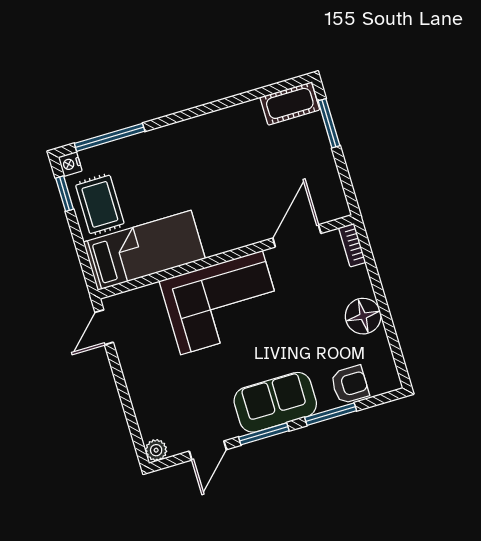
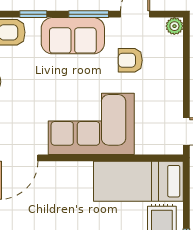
armchair: (197, 393) -> (130, 60), added
window: (331, 414) -> (33, 14), width x0.67

